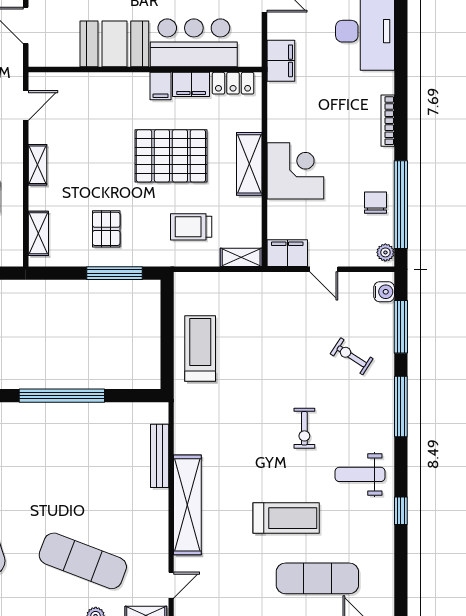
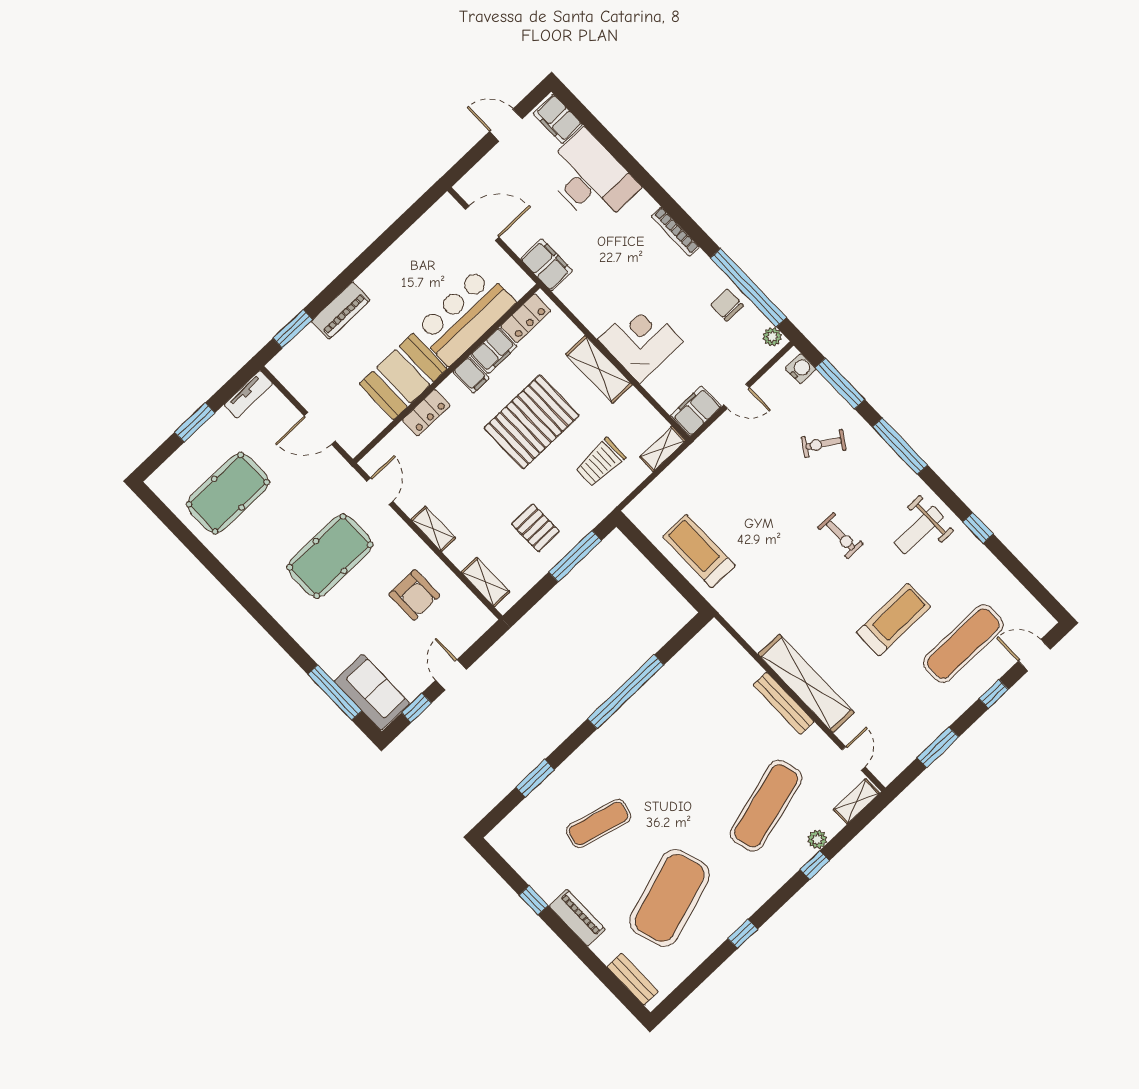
locker: (107, 83) -> (426, 413), added
bench: (160, 456) -> (784, 703), moved
exercise mat: (83, 561) -> (766, 806), turned -36

